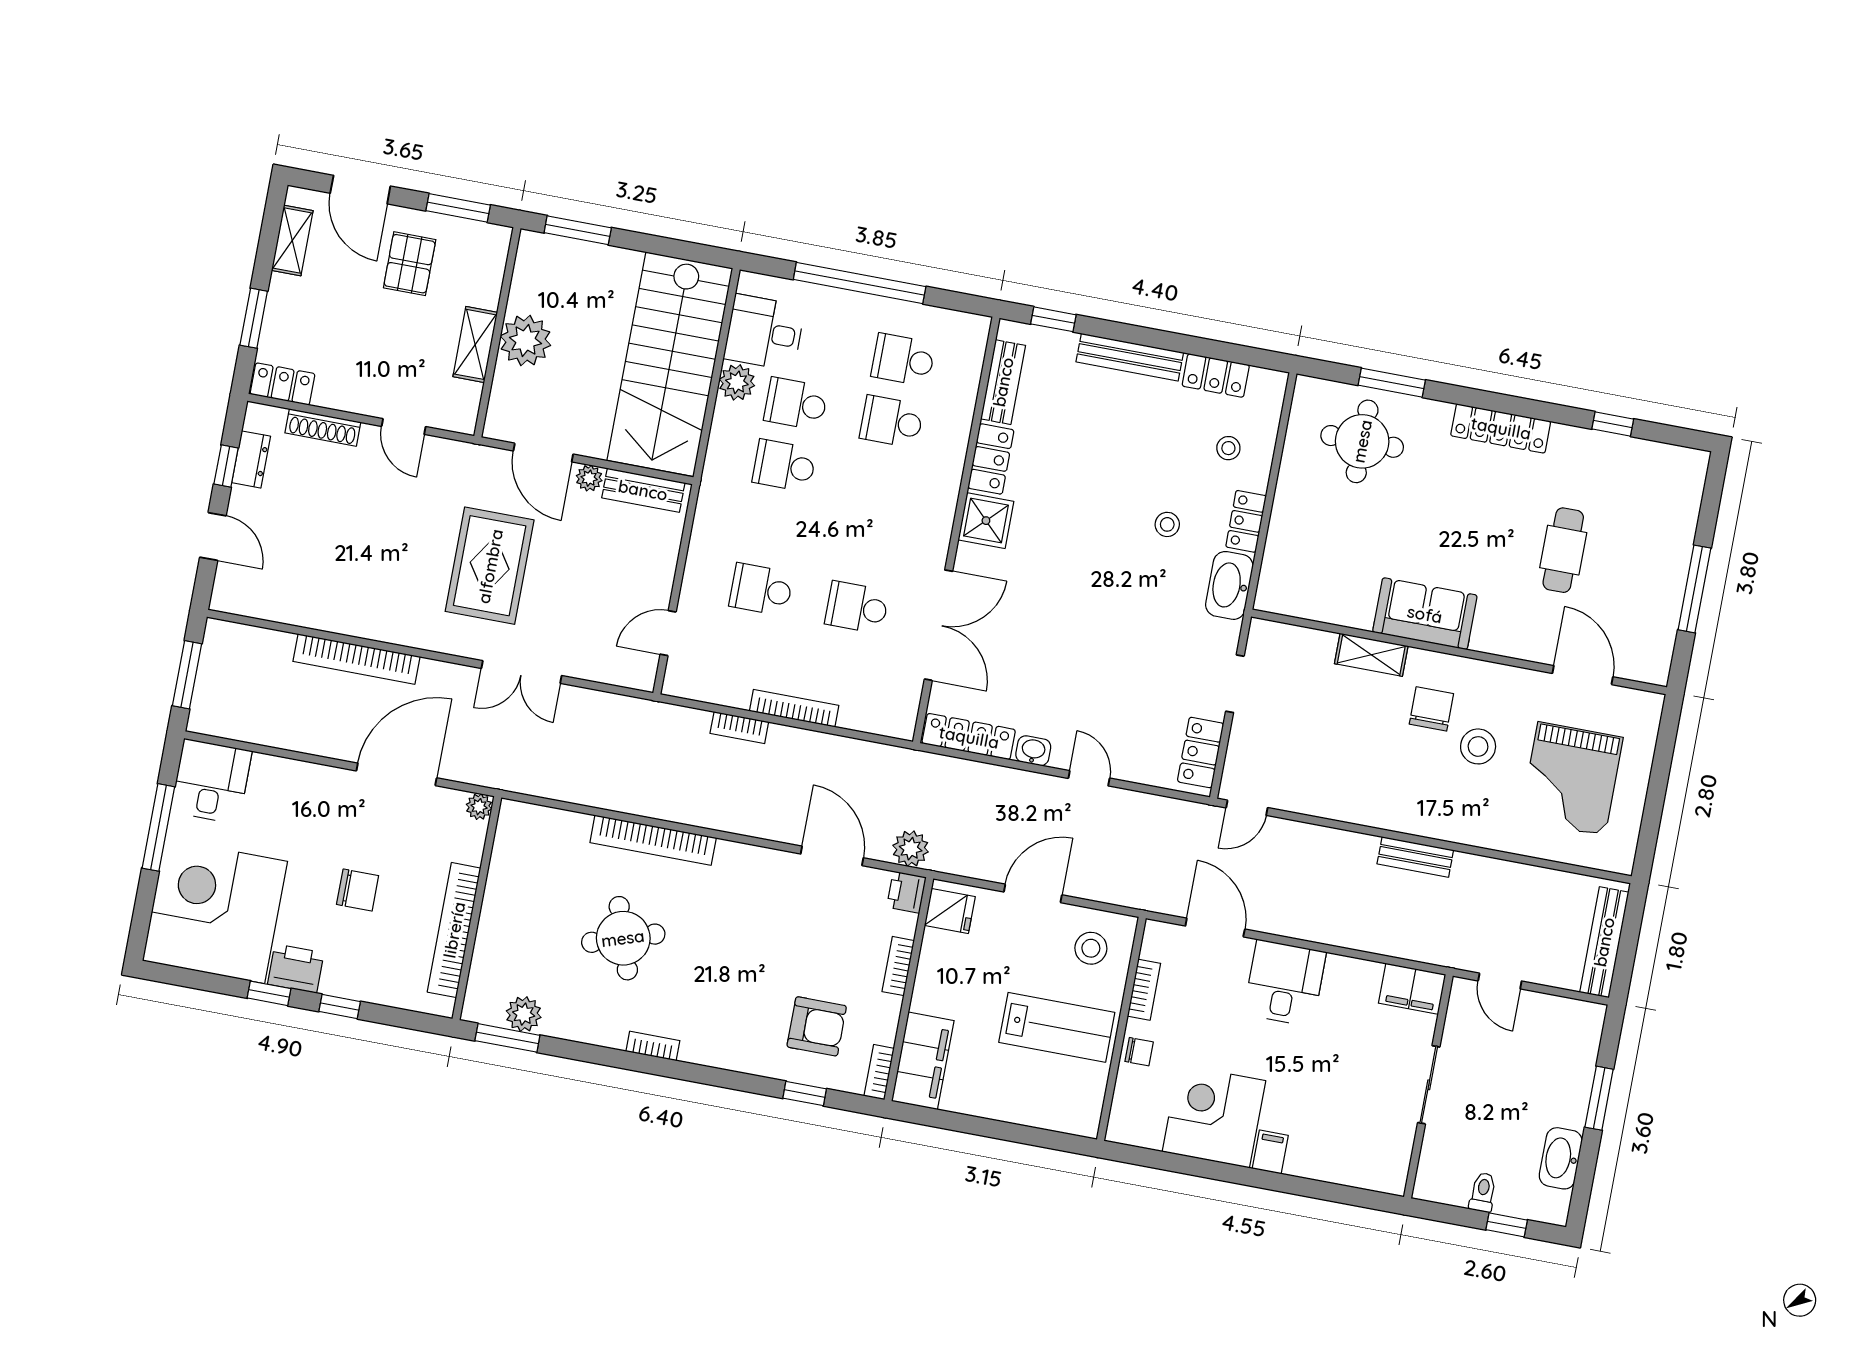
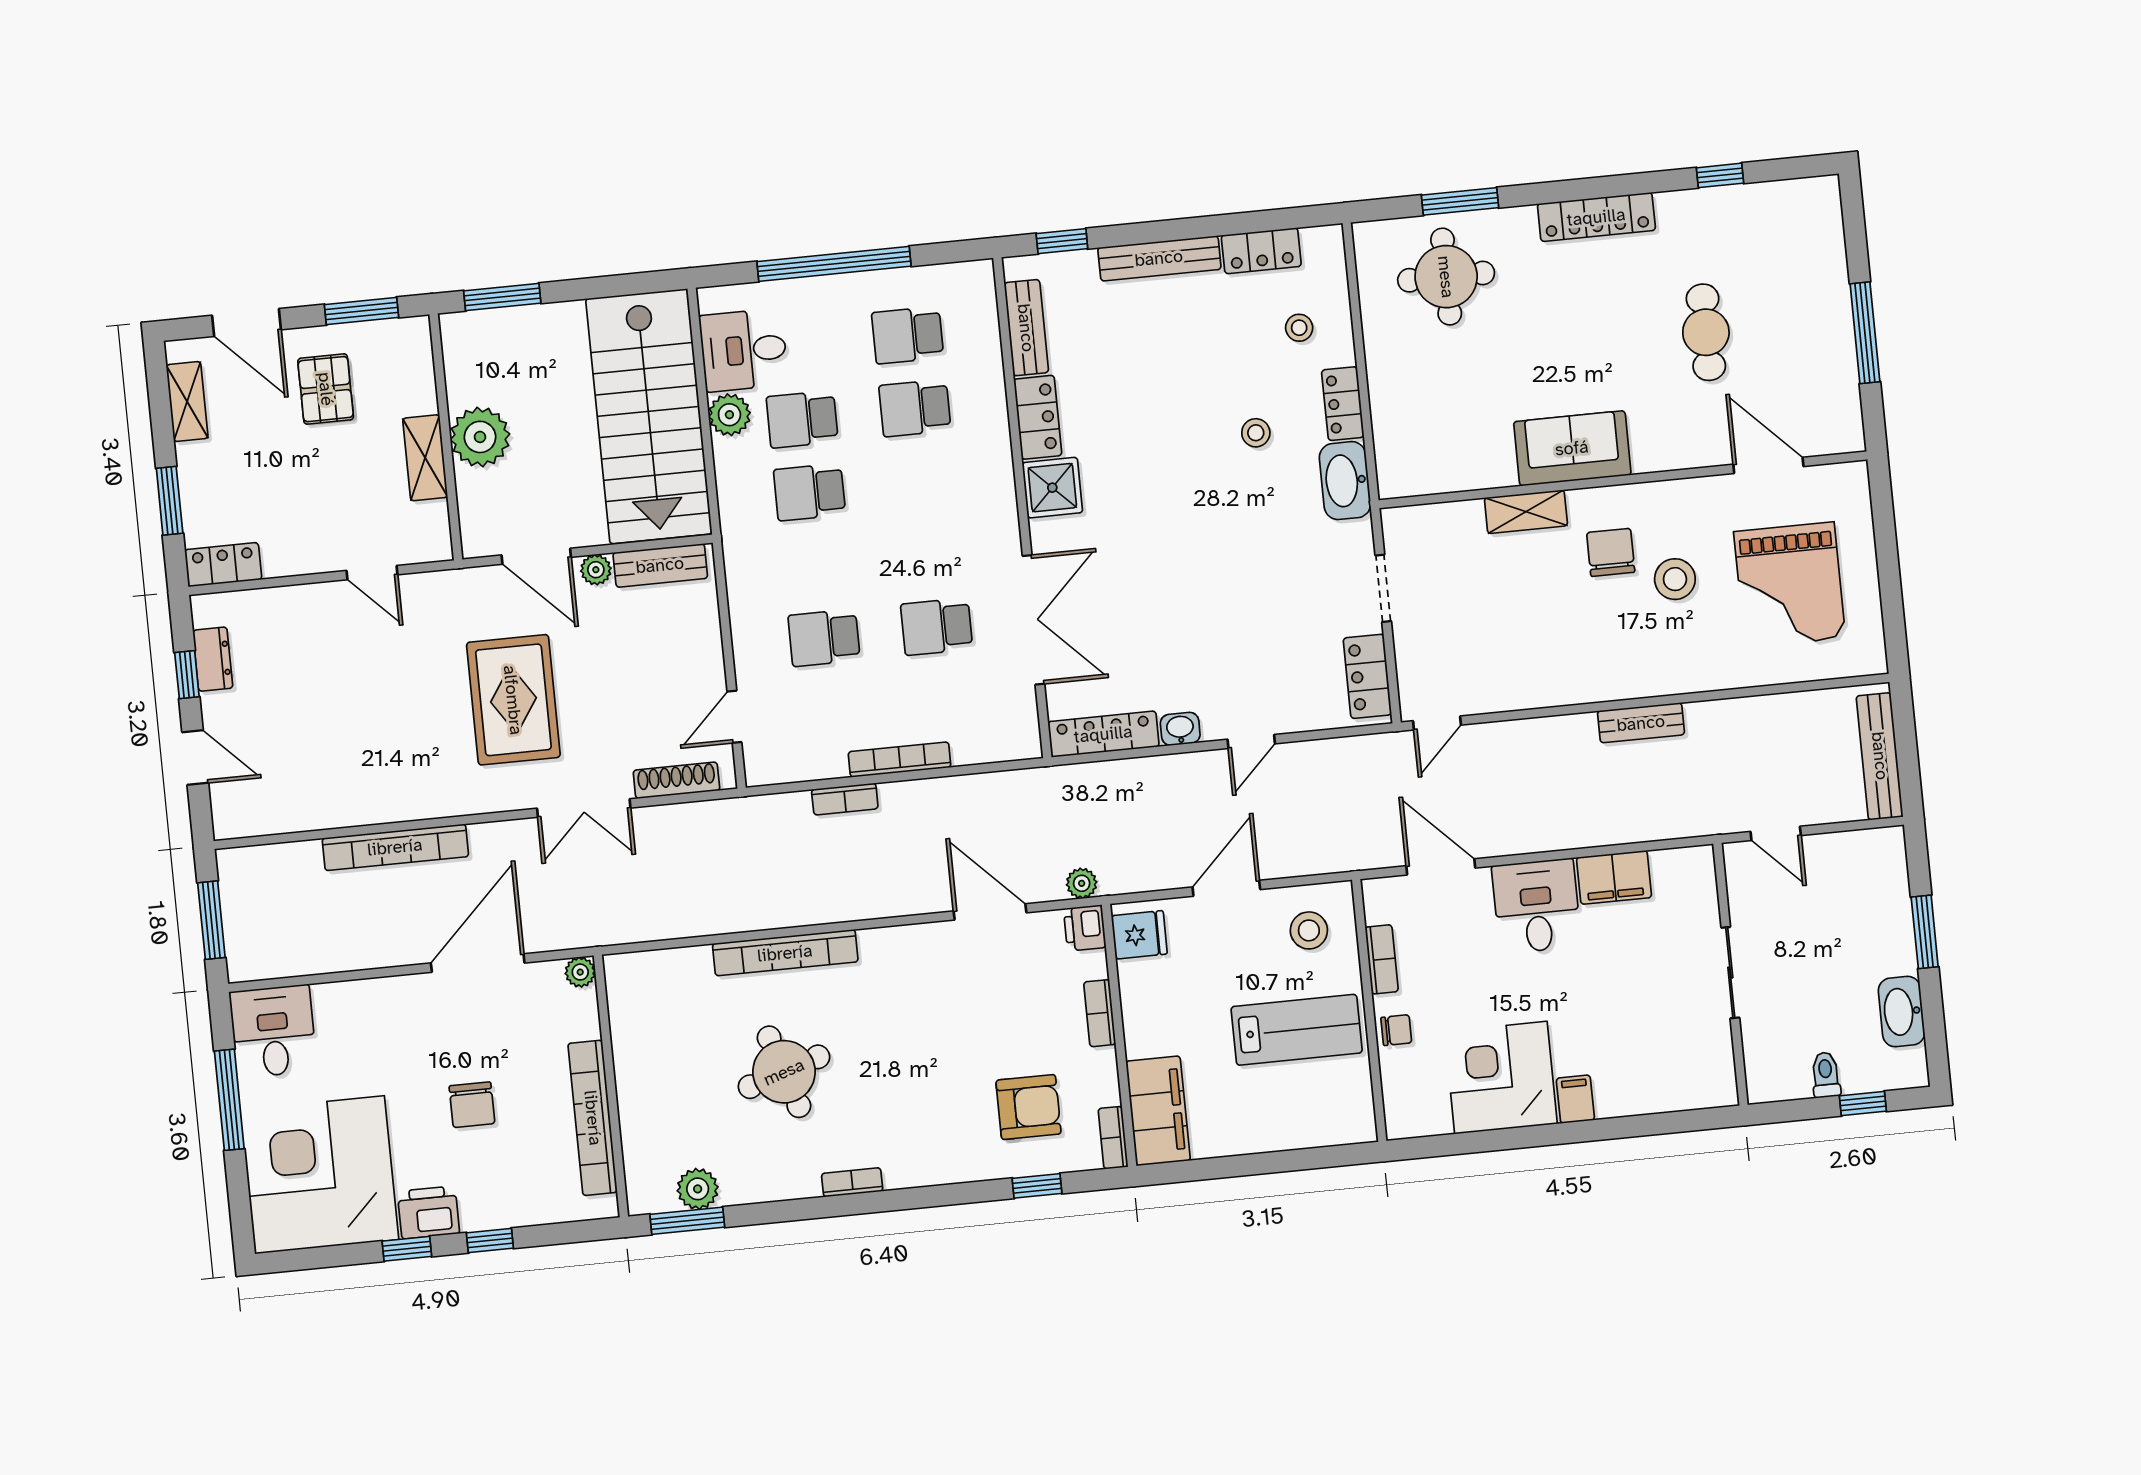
shoe rack: (323, 427) -> (676, 780), moved, turned 180
door: (1089, 778) -> (1251, 741), swing flipped
plant: (911, 849) -> (1082, 883), width x0.73, depth x0.73
chair: (358, 890) -> (472, 1105), turned 90
filing cabinet: (1412, 989) -> (1614, 877), moved

